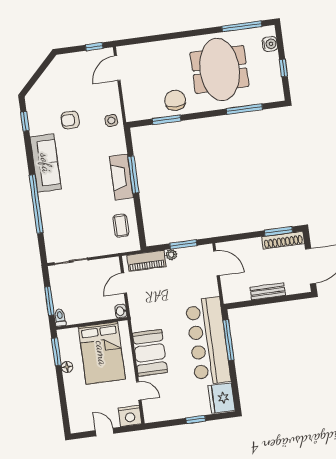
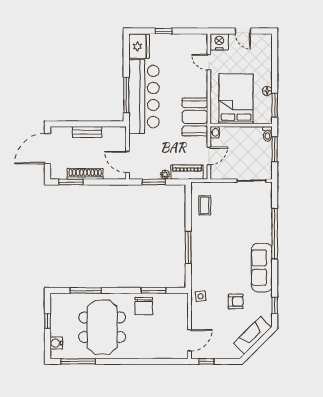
fireplace: (121, 177) -> (253, 335), moved, turned -135
shoe rack: (283, 240) -> (85, 174), moved
booth: (150, 353) -> (195, 117), moved

